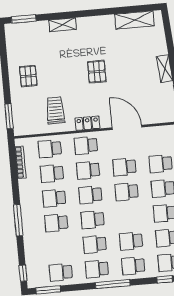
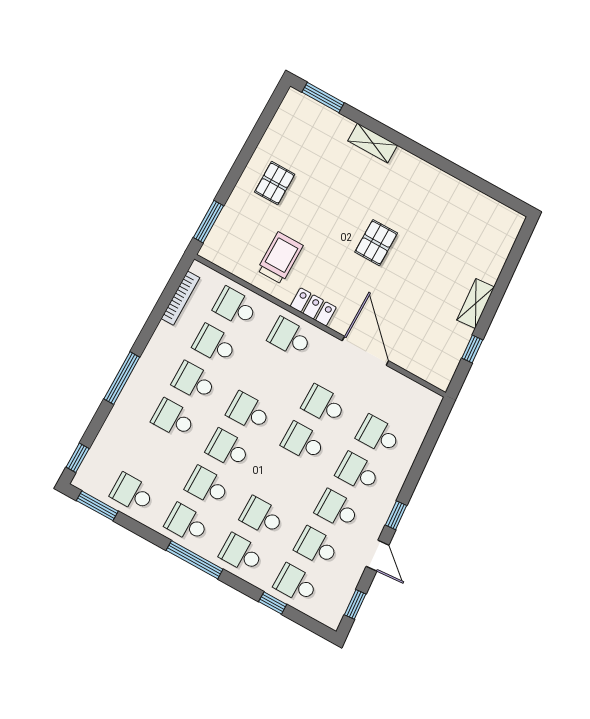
shelving: (134, 20) -> (479, 205), removed
school desk: (88, 170) -> (269, 374), removed

